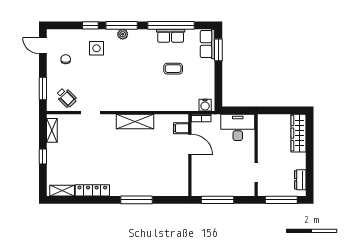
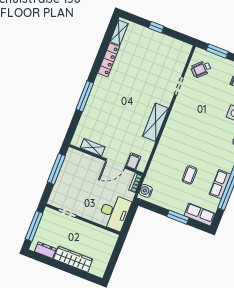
window: (218, 50) -> (178, 217), moved
shelving: (52, 130) -> (93, 147), moved
wardrobe: (299, 133) -> (73, 259), moved

